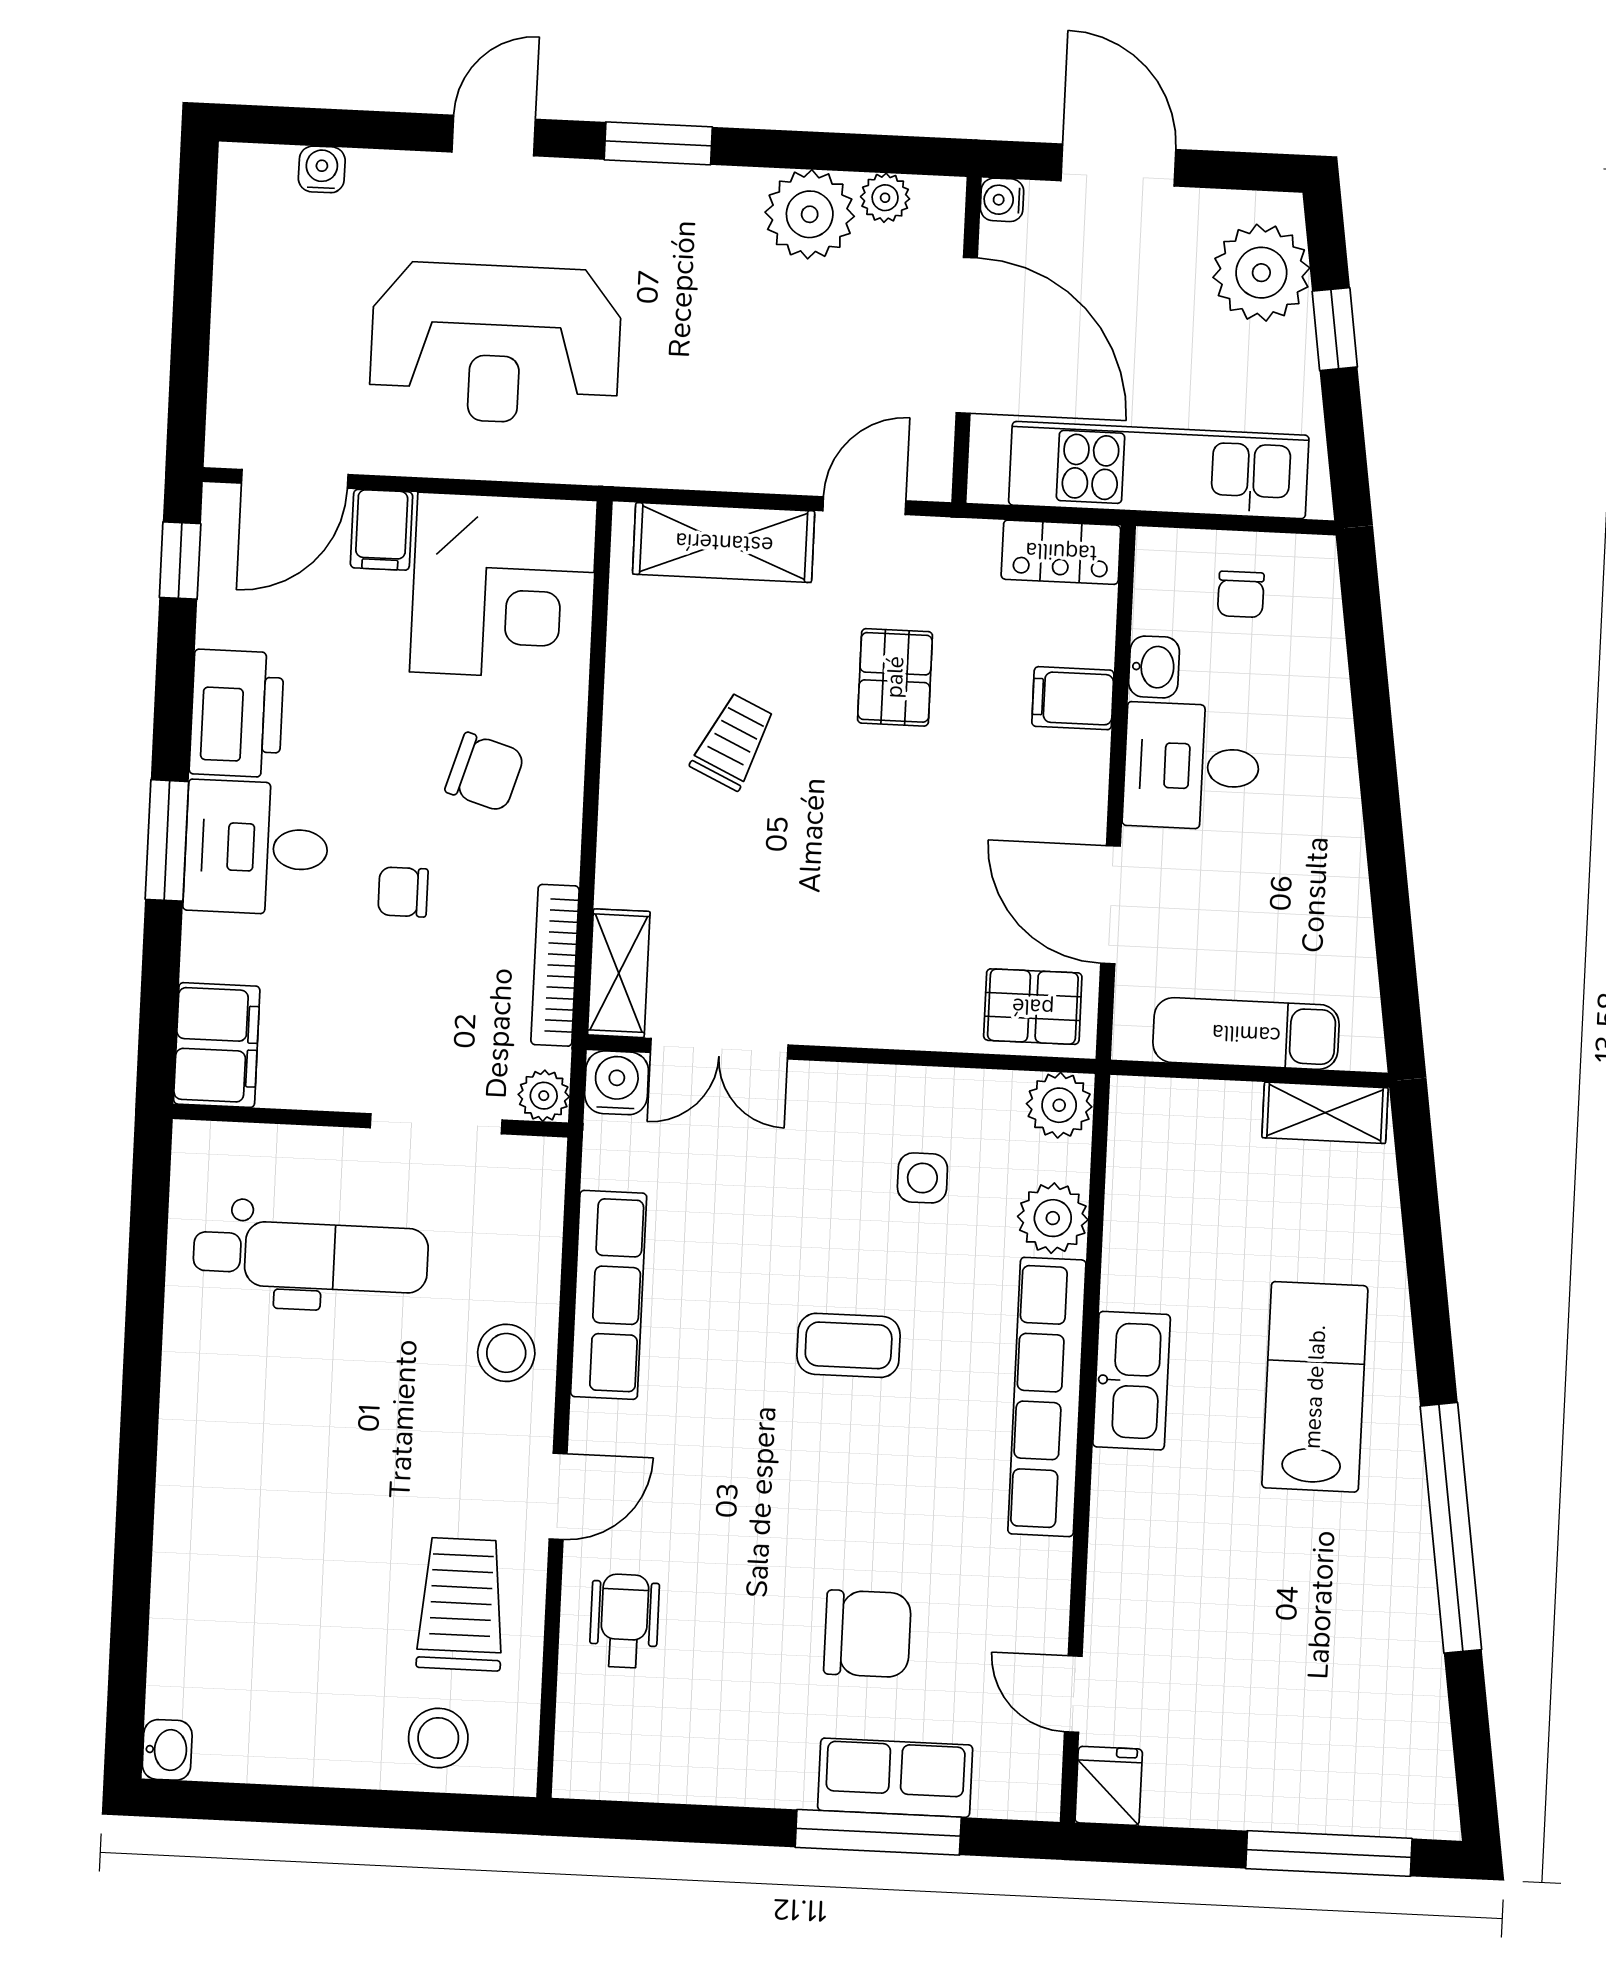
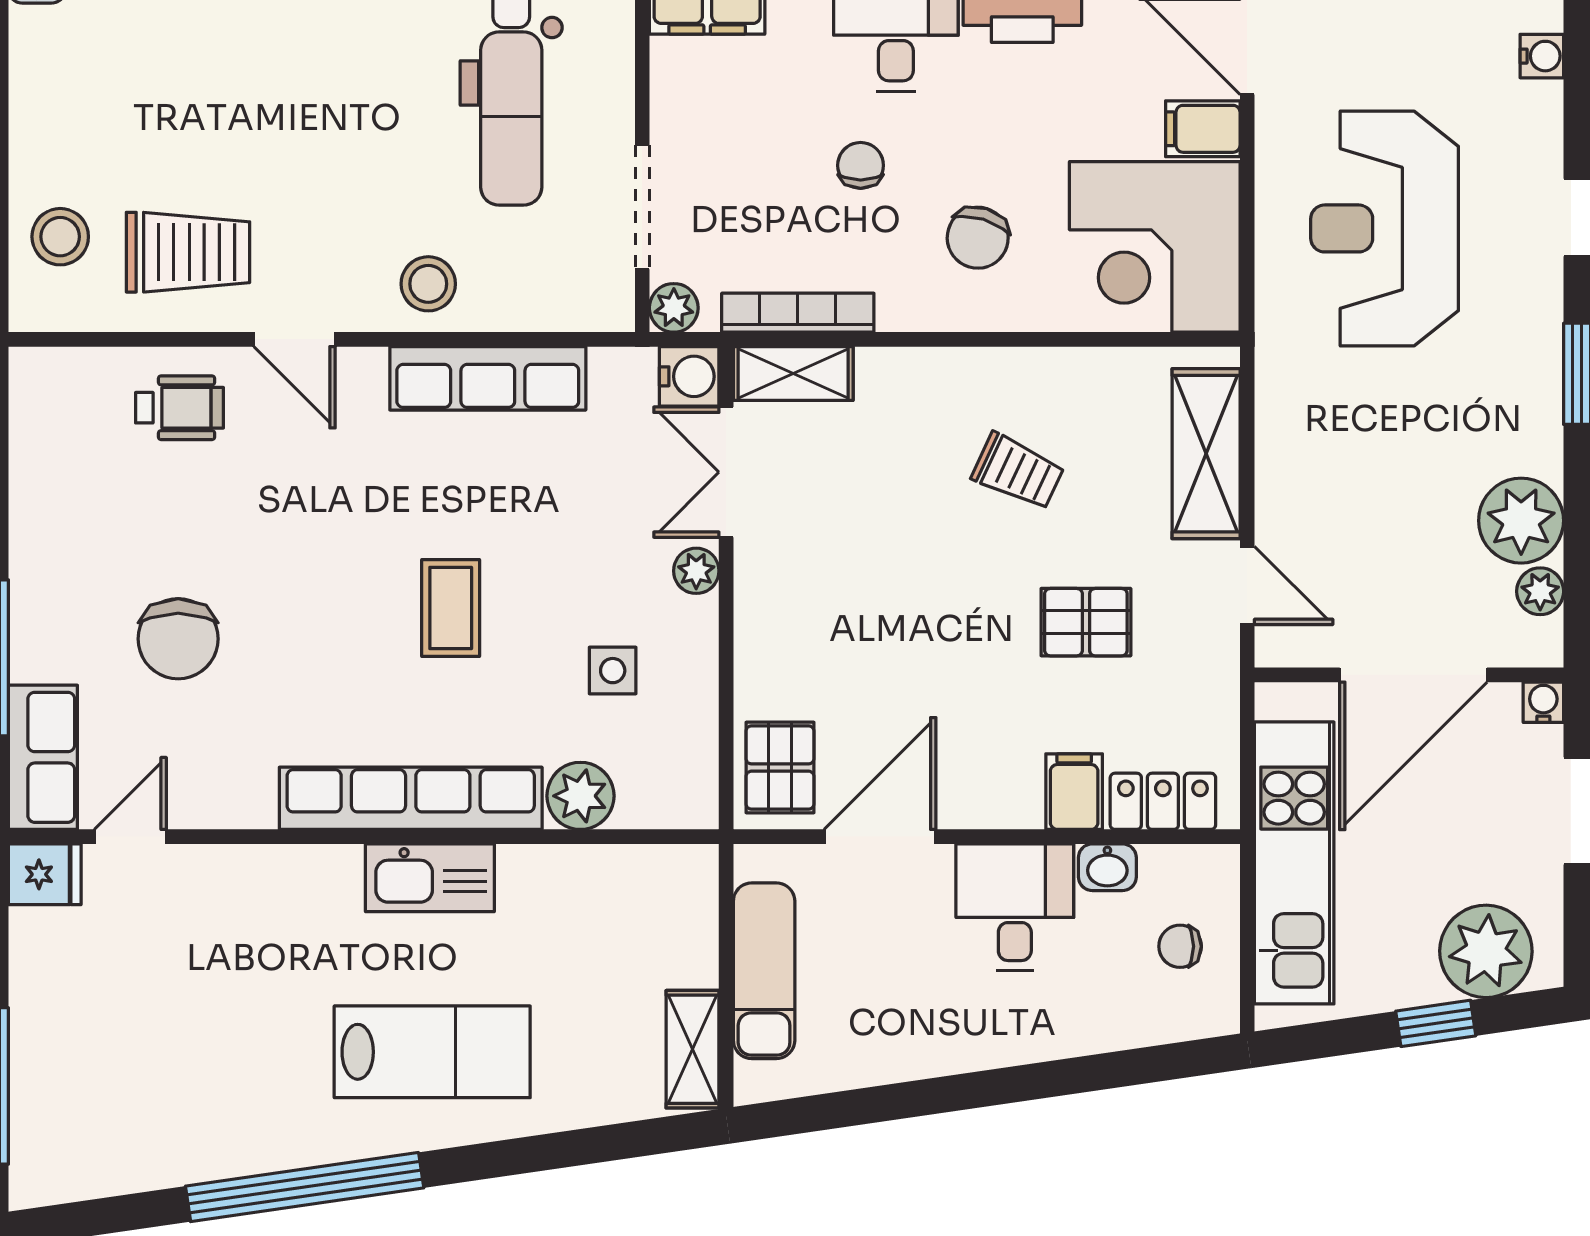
locker: (1061, 552) -> (1163, 801), moved, turned 90
plant: (1059, 1105) -> (696, 571), moved, width x0.73, depth x0.73
row of seats: (895, 1778) -> (43, 757), moved

